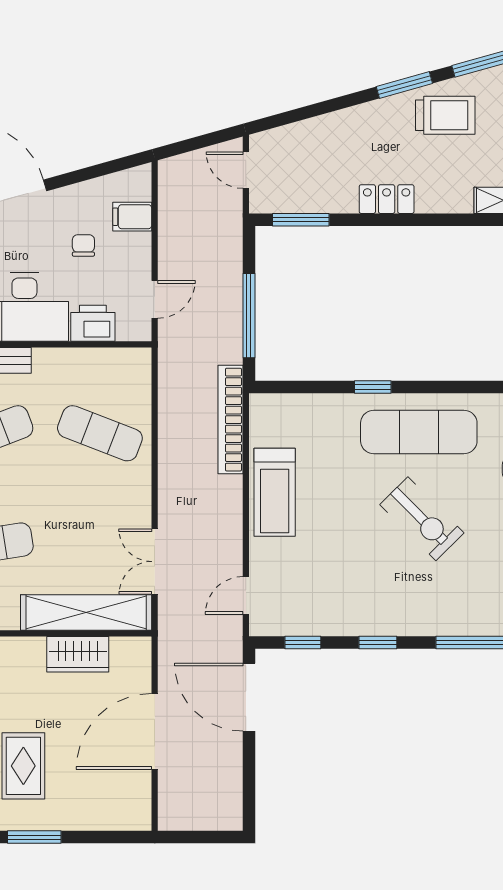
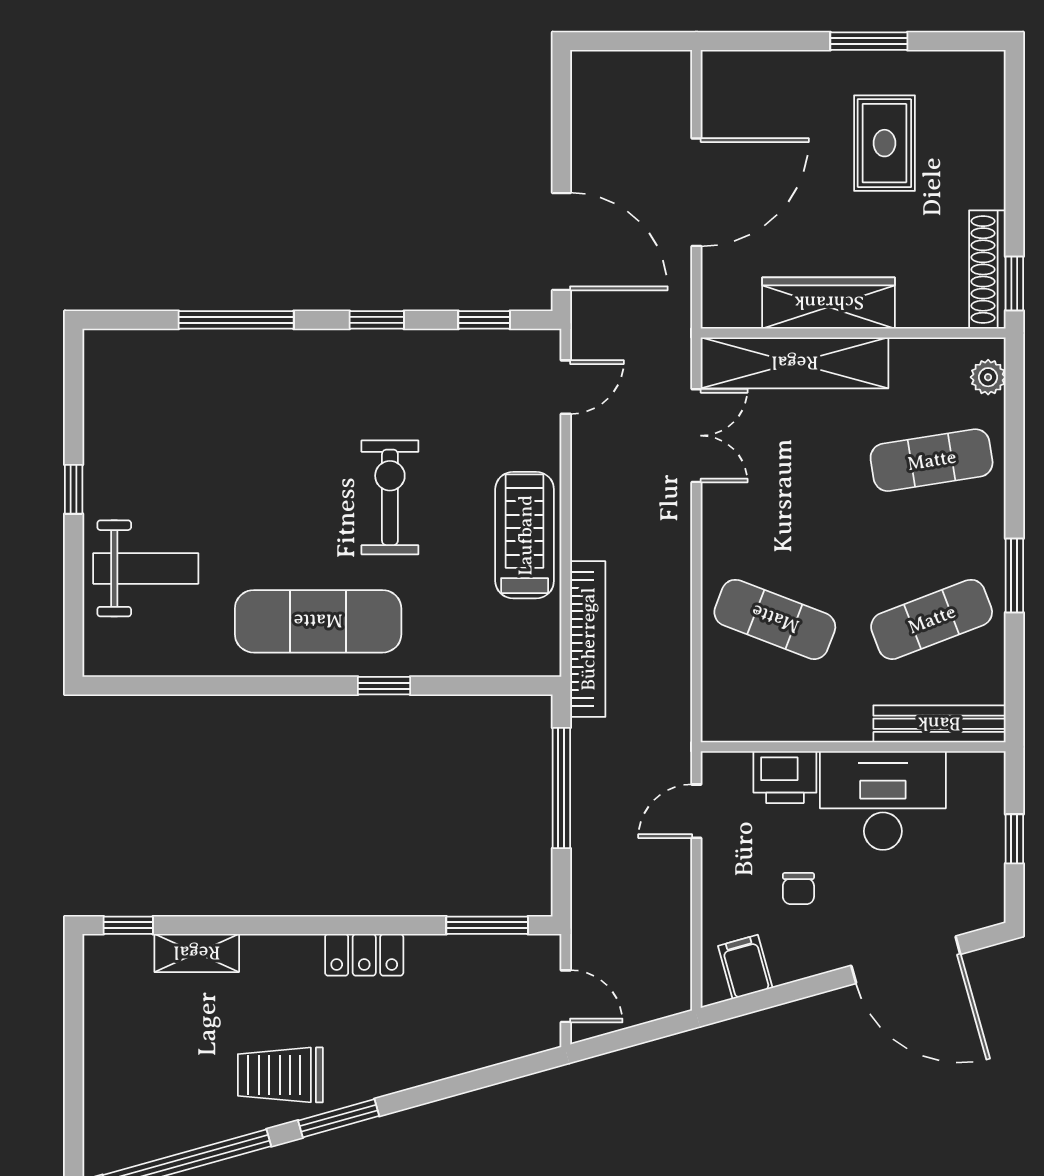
filing cabinet: (132, 217) -> (745, 967), moved, turned -106
exercise bike: (422, 519) -> (390, 497), moved, turned 45
wardrobe: (78, 654) -> (829, 303), width x1.50

